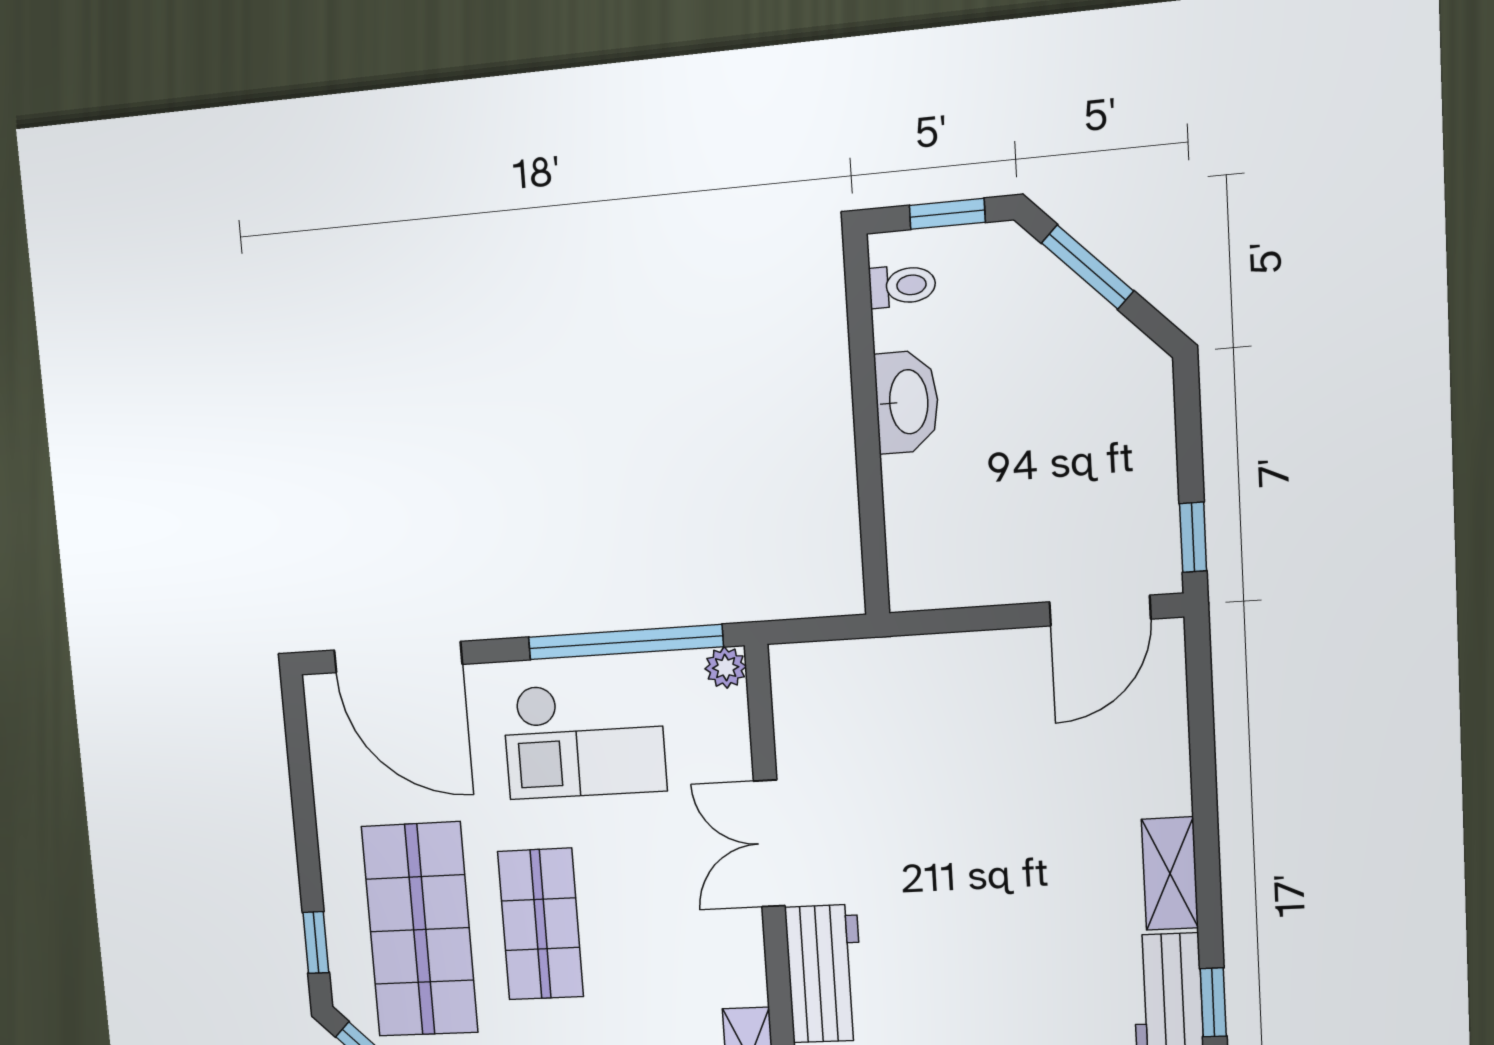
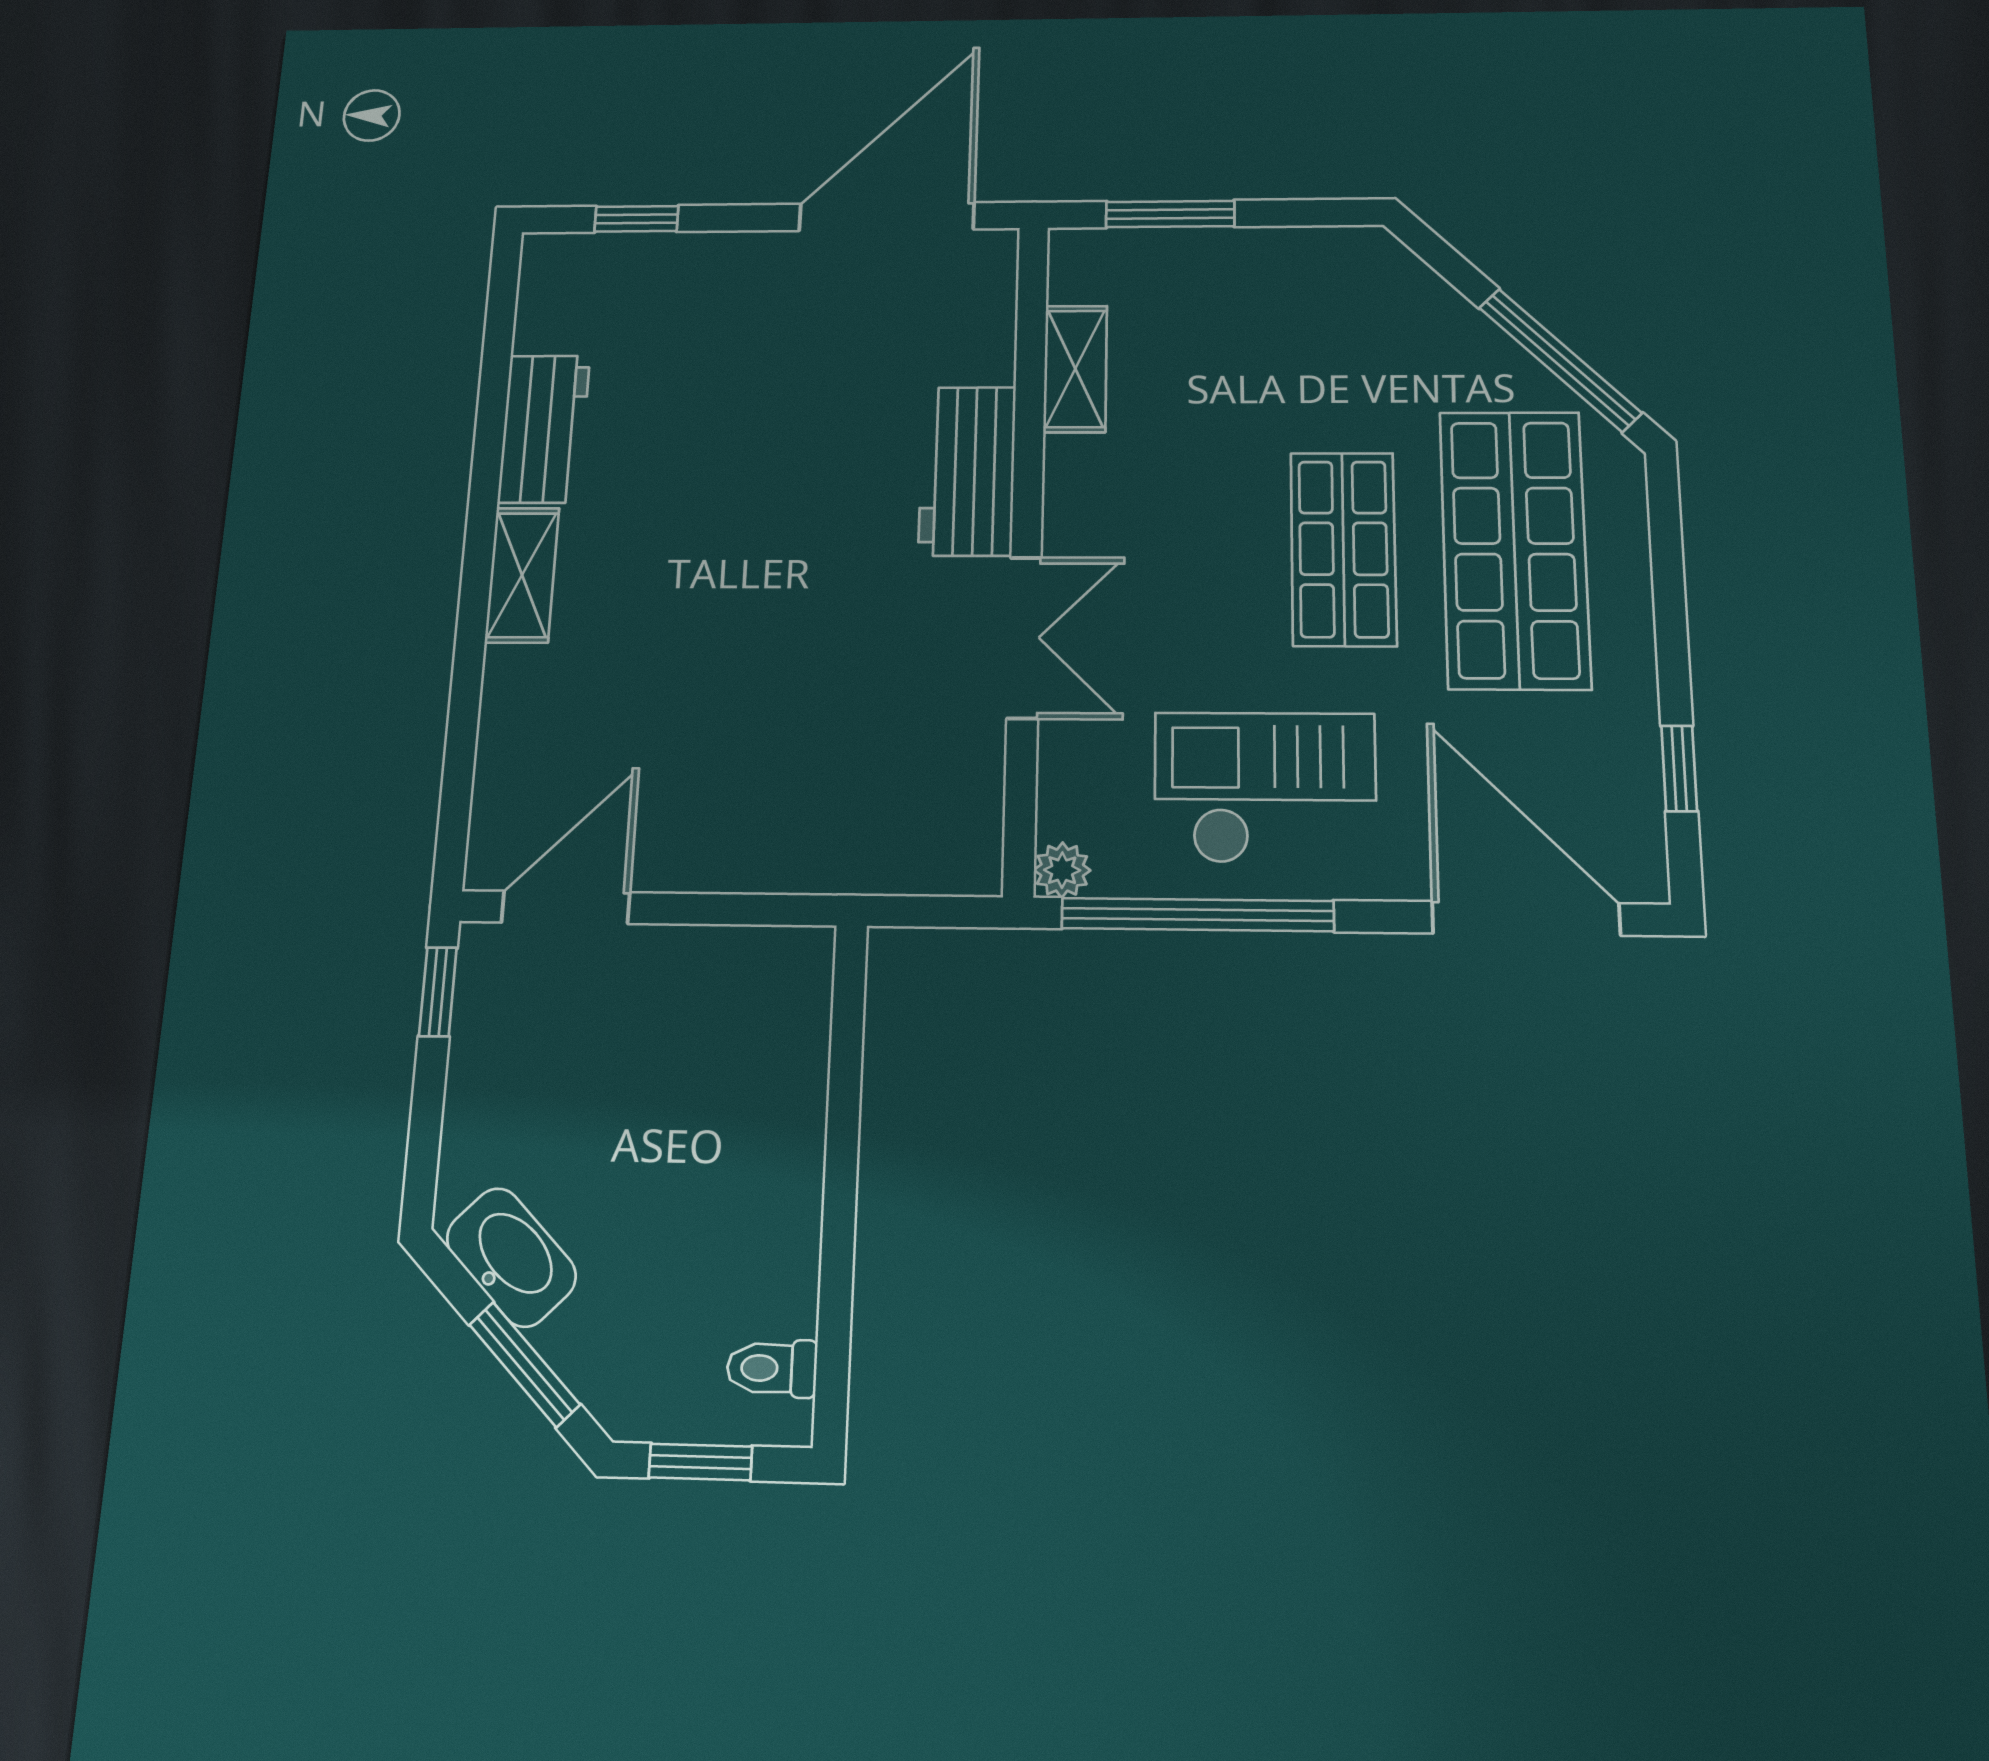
washbasin: (907, 402) -> (511, 1257), moved, turned 135
window: (316, 943) -> (1679, 768), moved
window: (1213, 1002) -> (491, 419), removed

